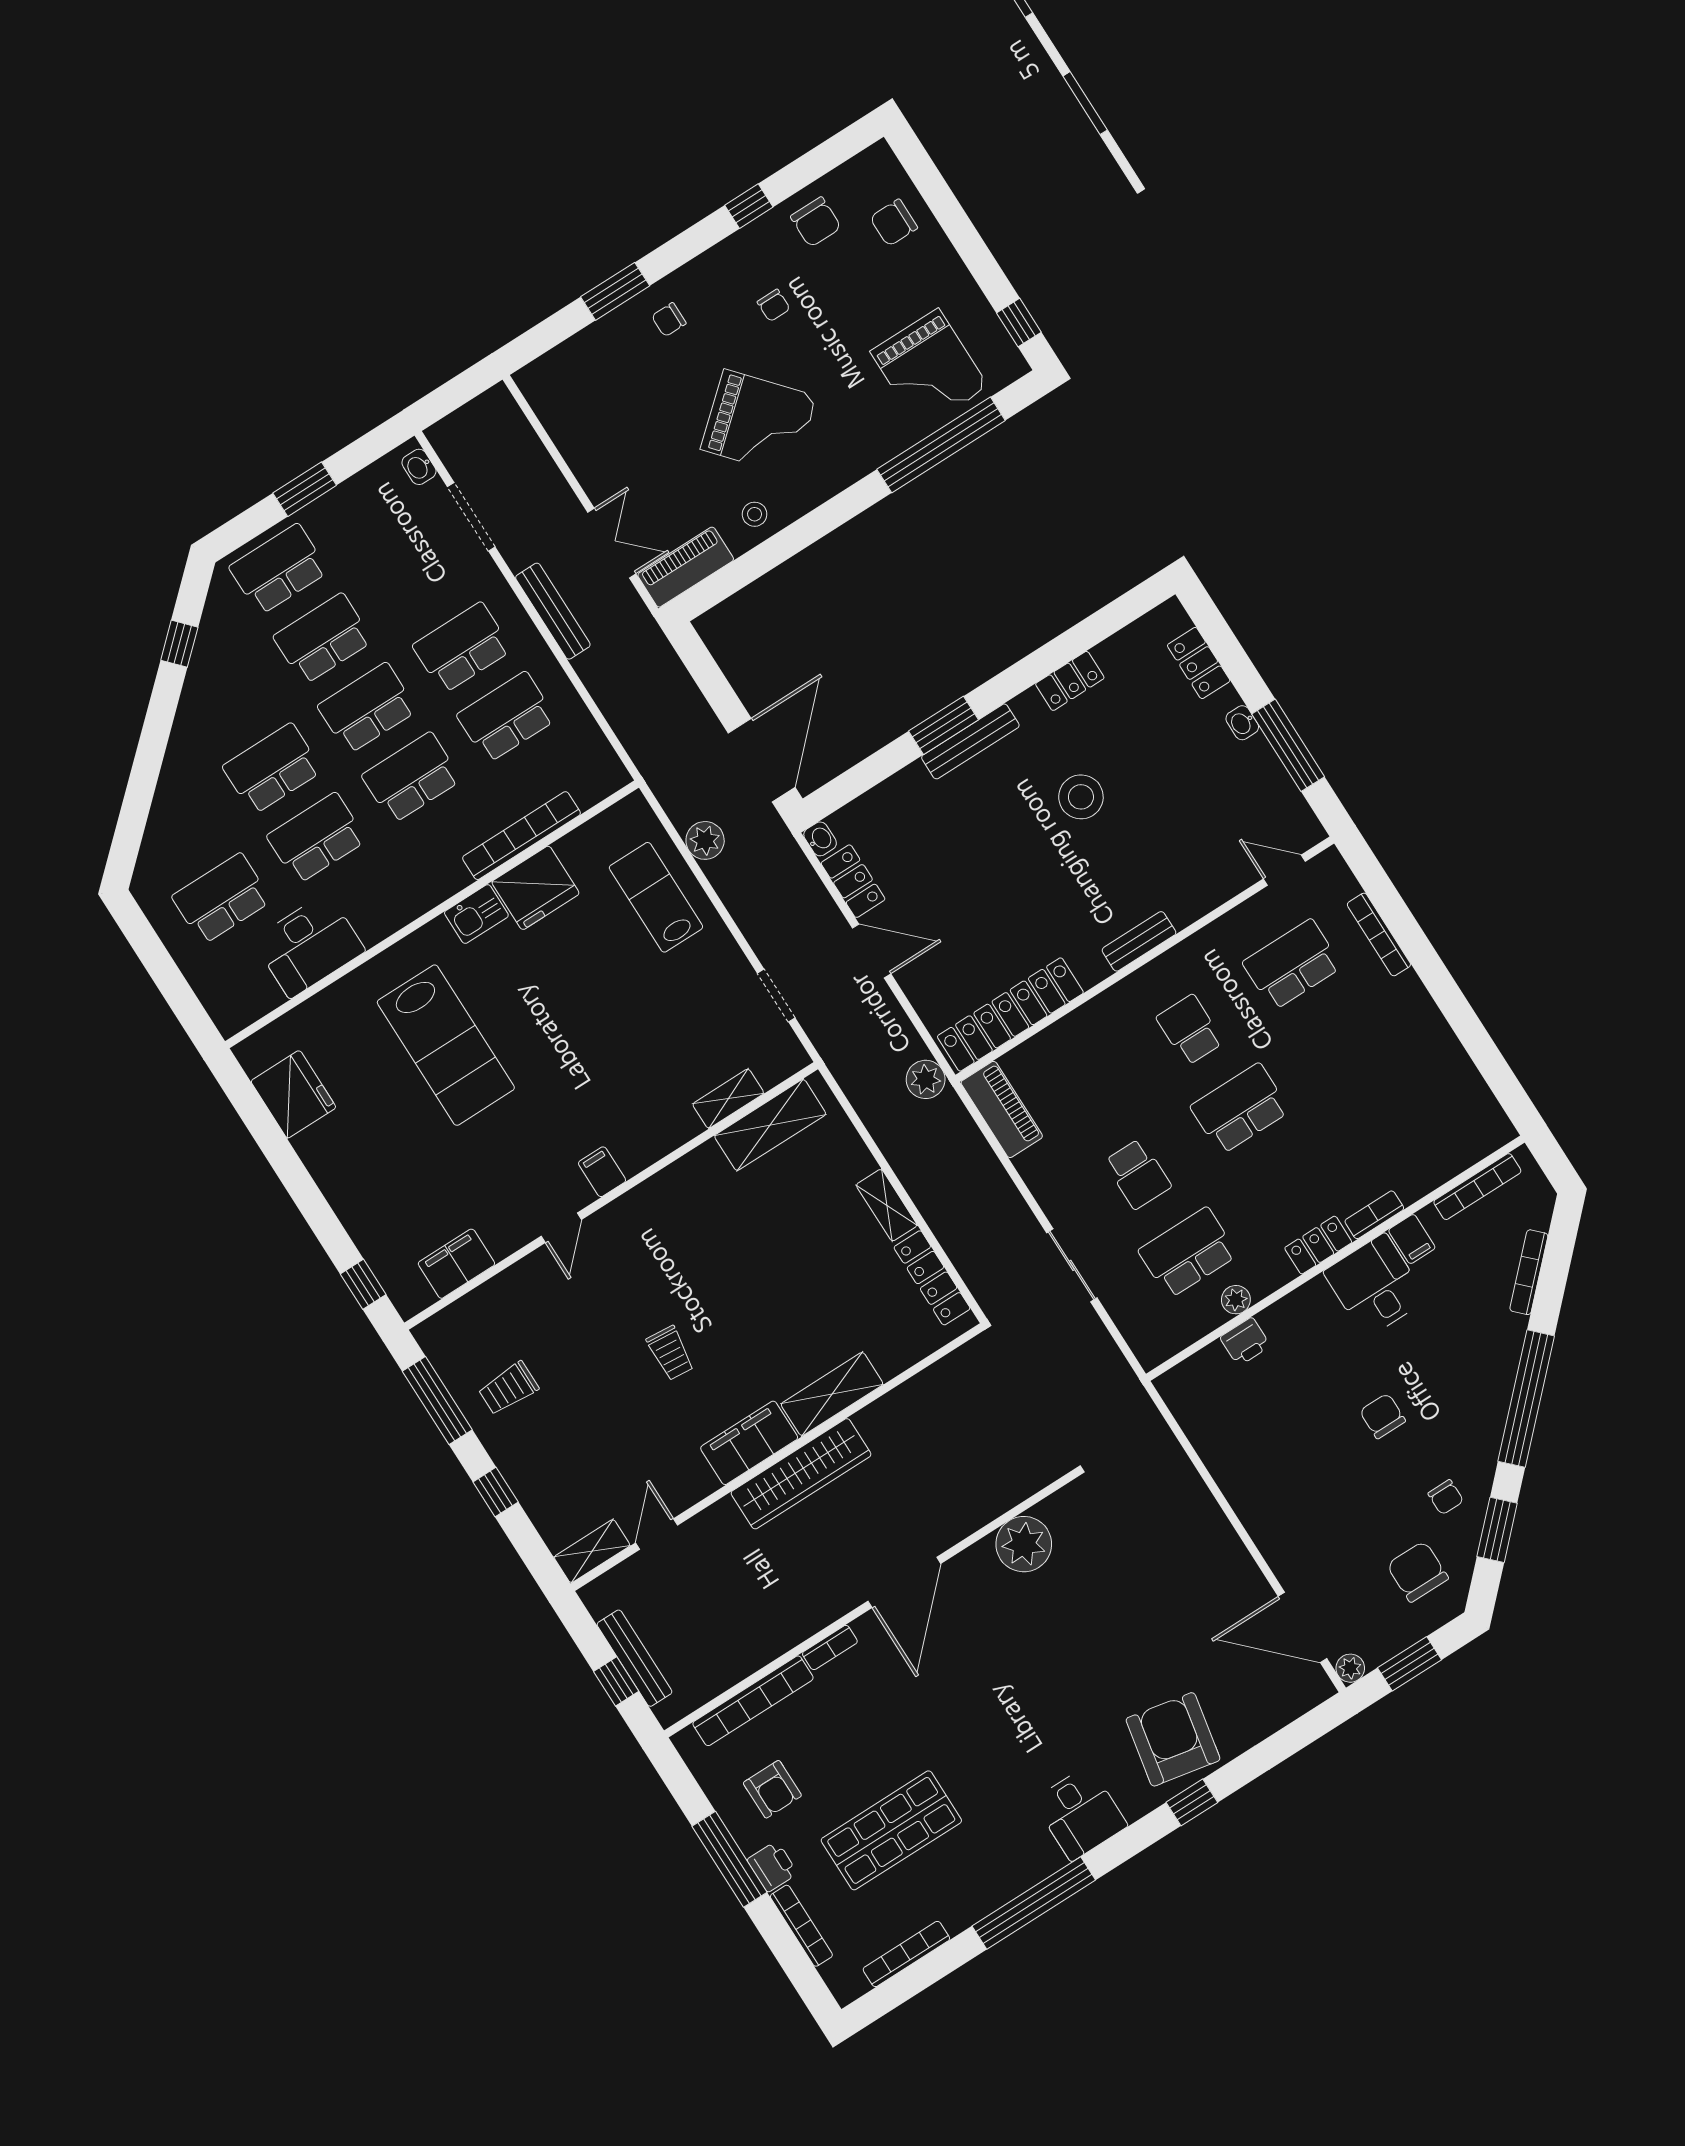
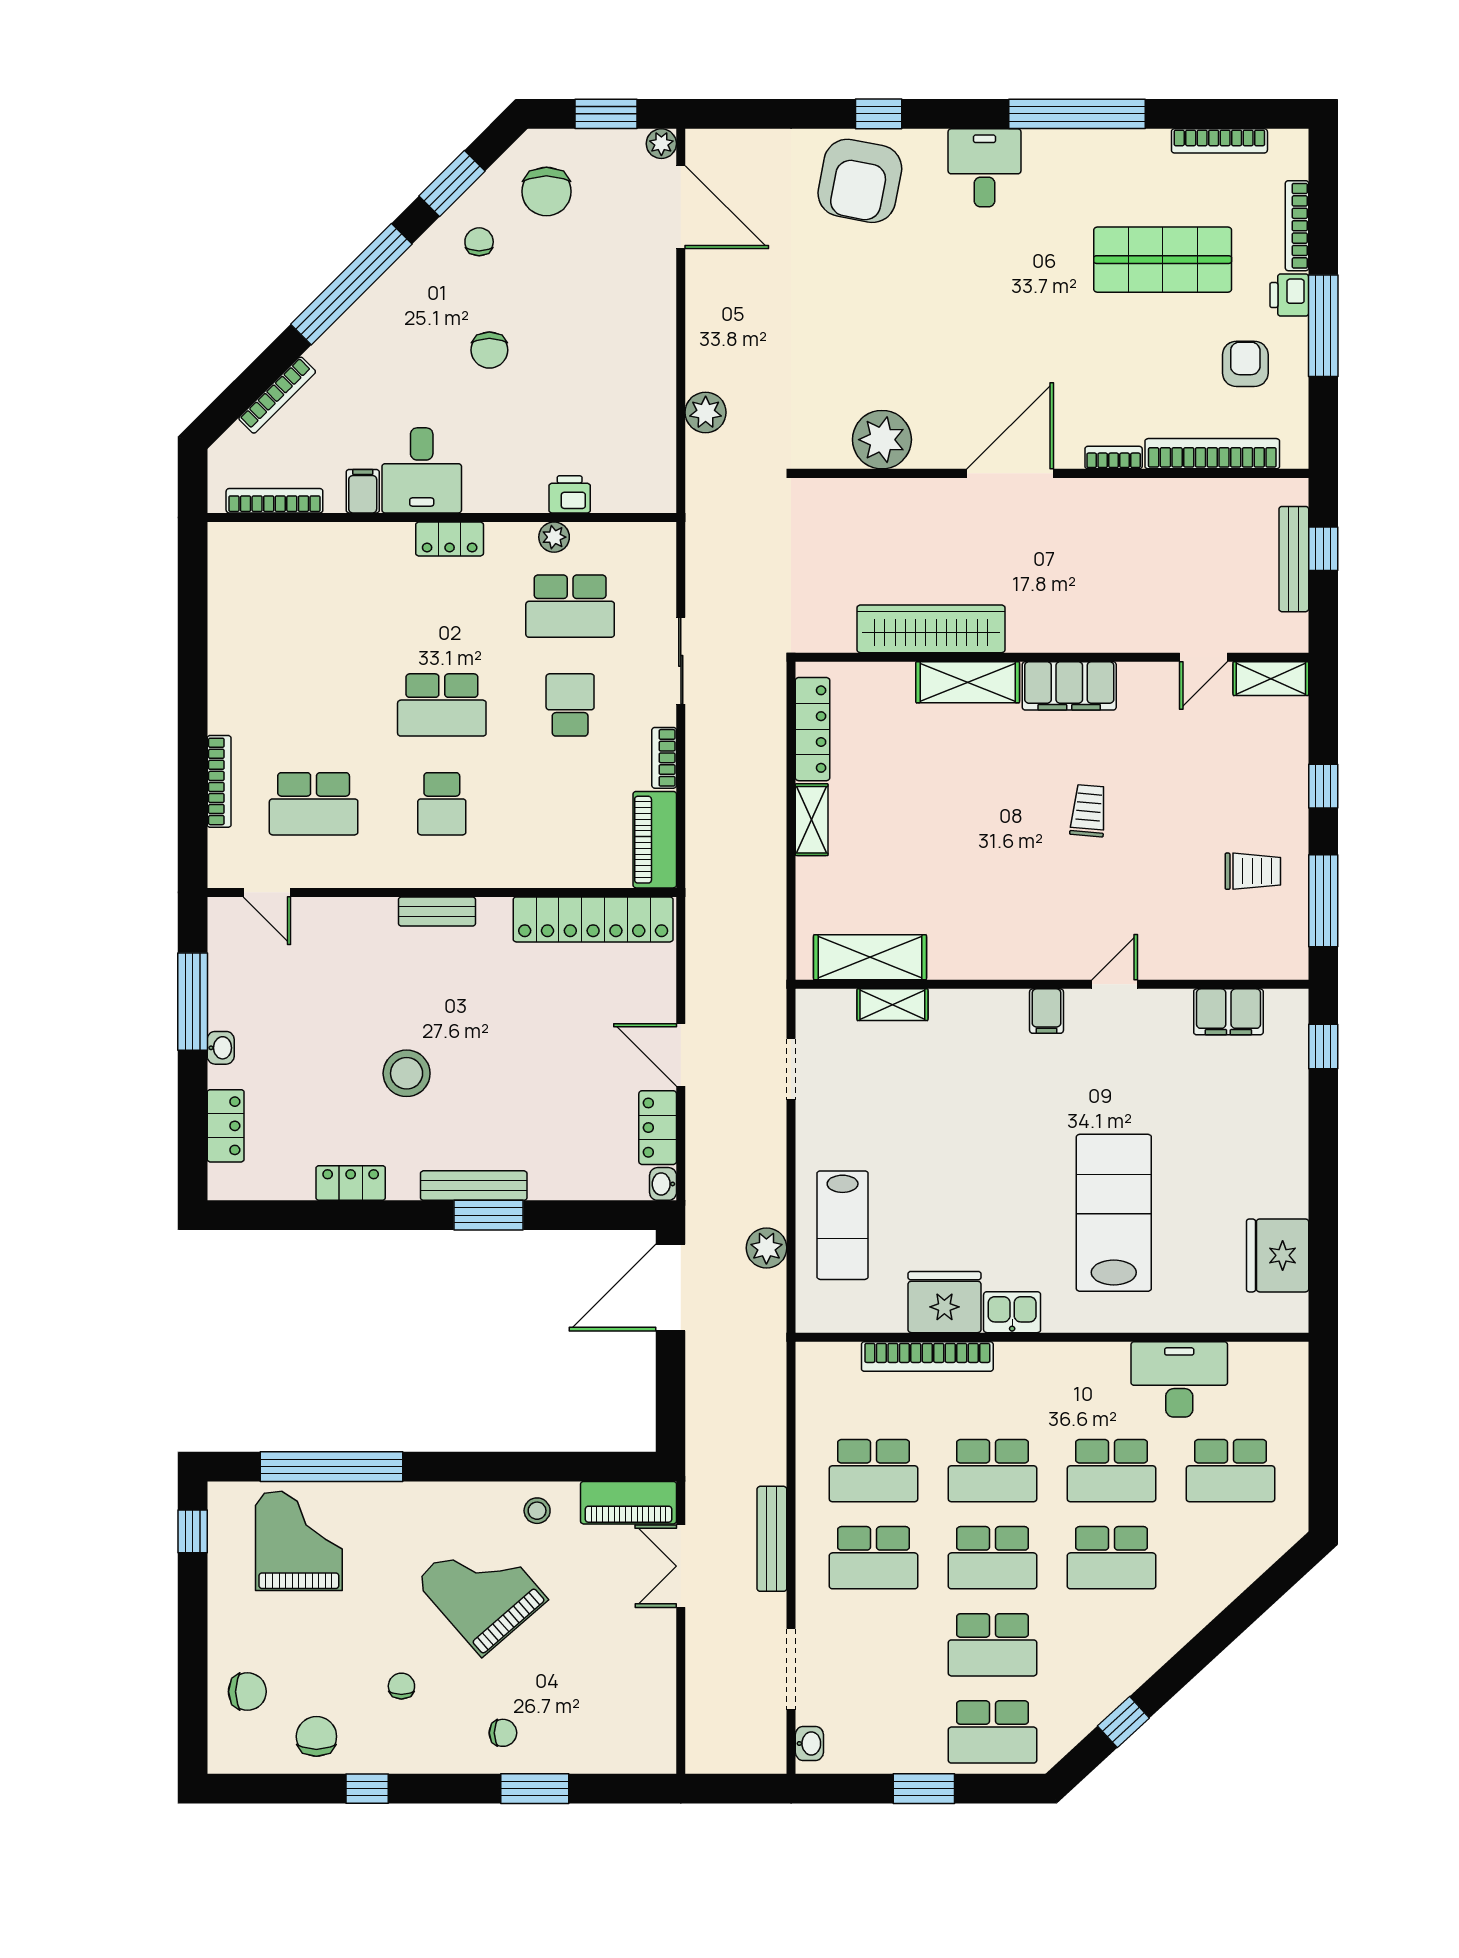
plant: (926, 1079) -> (706, 412), moved
bookcase: (1374, 1215) -> (664, 758), moved, turned 90
wardrobe: (801, 1474) -> (931, 629), moved

